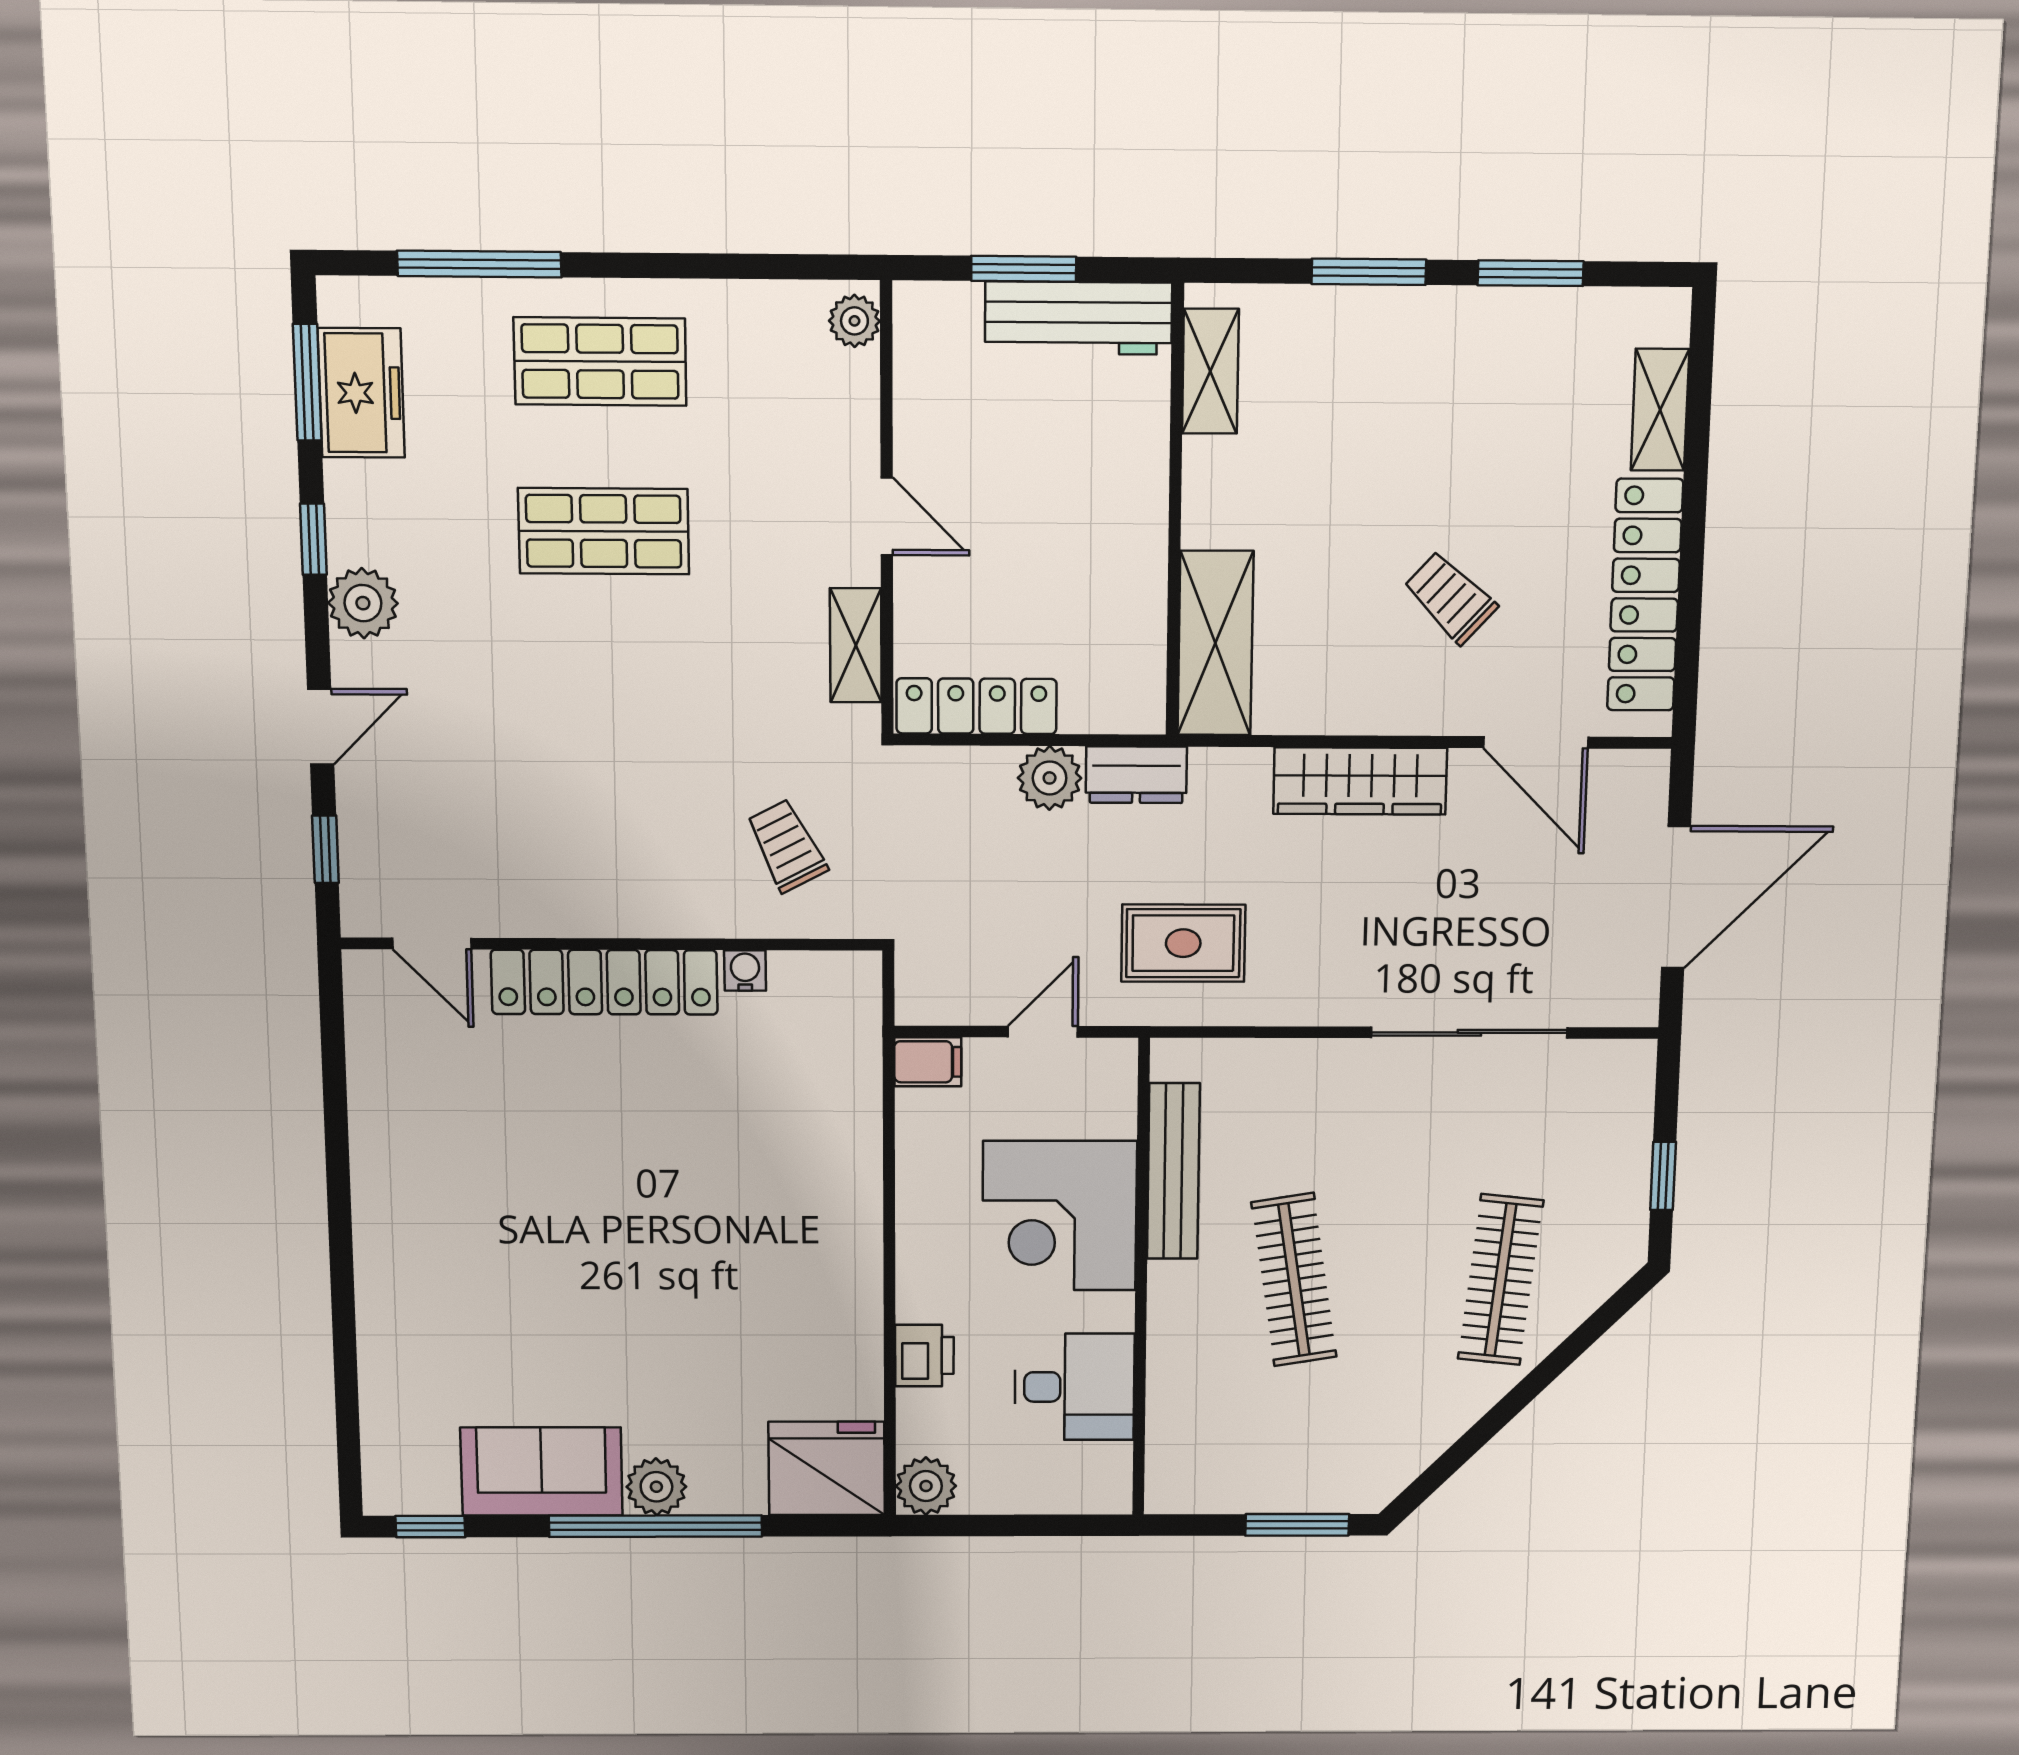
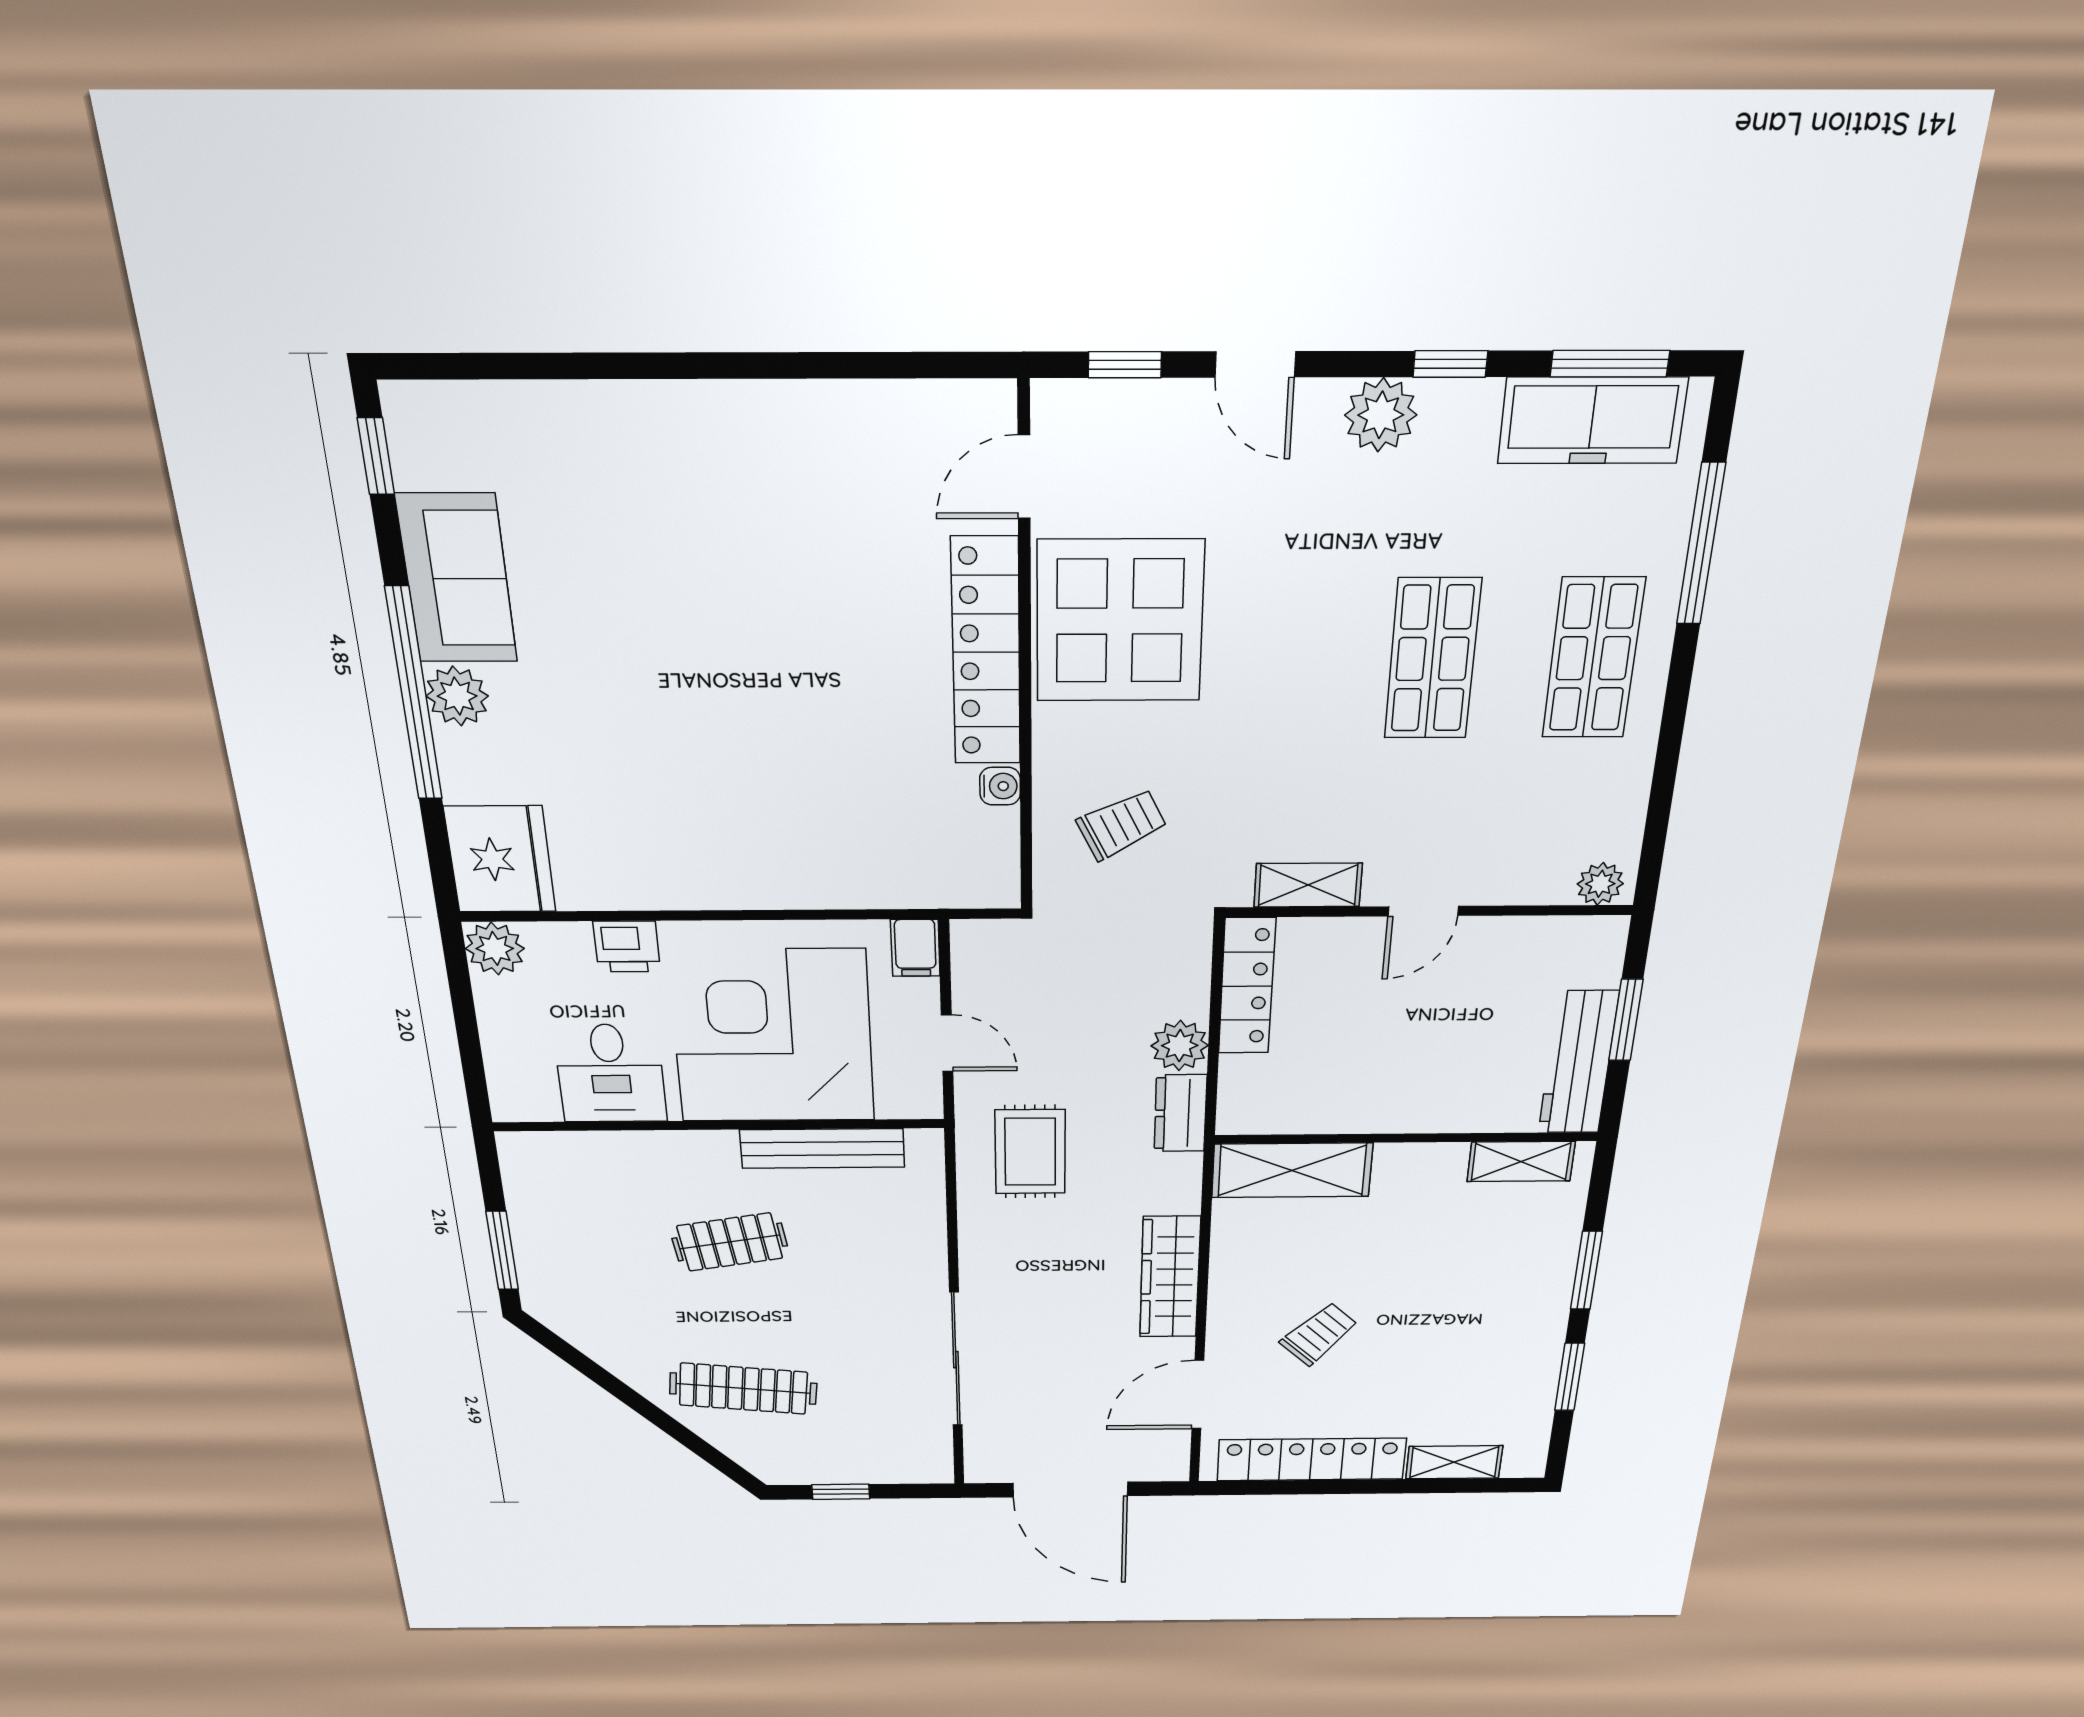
freezer: (361, 393) -> (1592, 421), width x1.40
display table: (570, 851) -> (1120, 621), added
corner desk: (1060, 1216) -> (773, 1036), width x1.36, depth x1.36
clothes rail: (1294, 1280) -> (730, 1242), width x0.73

